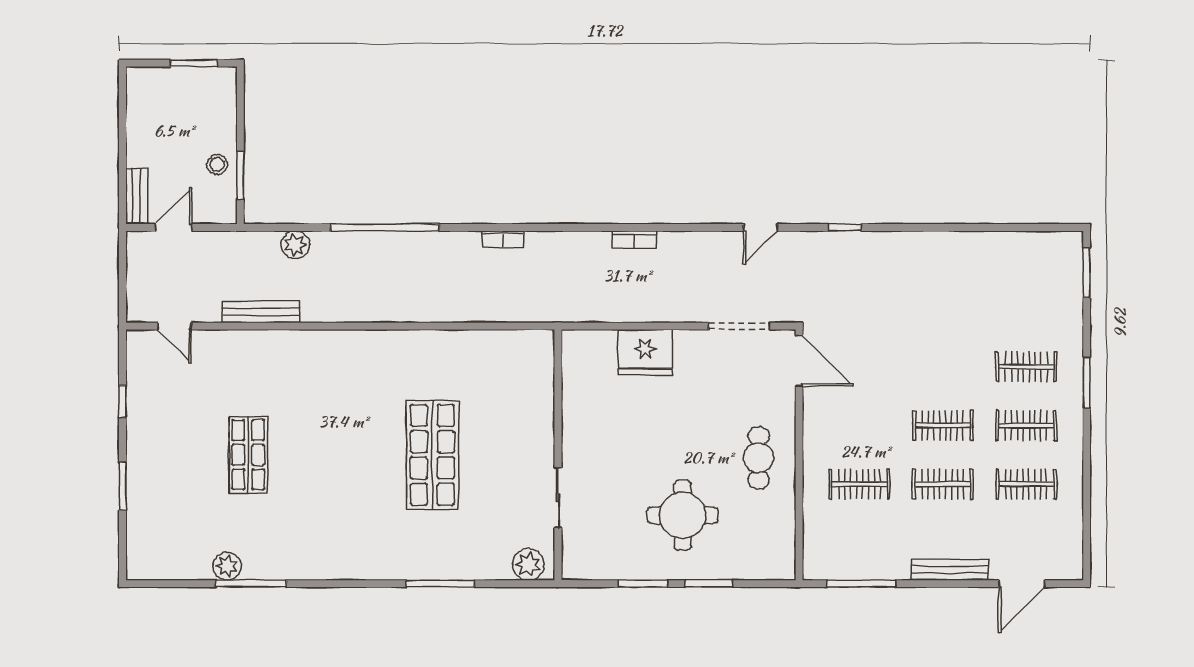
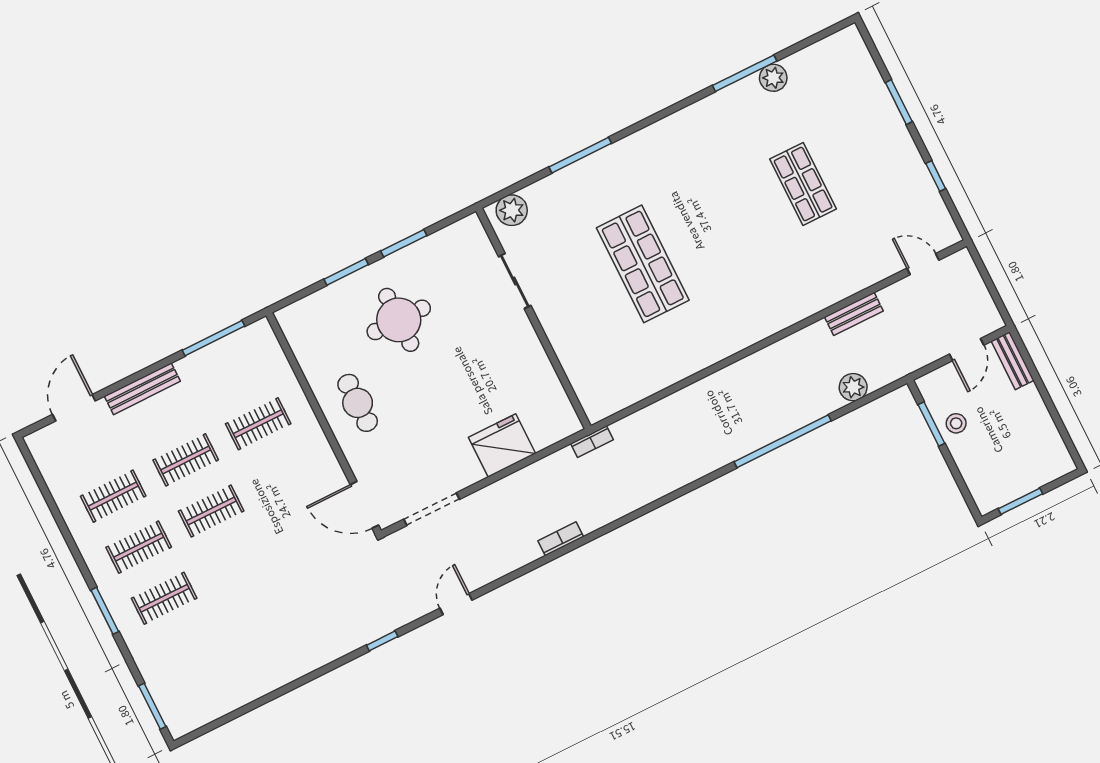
bookcase: (503, 239) -> (592, 442), moved, turned 180
bench: (261, 312) -> (854, 314), width x0.73

